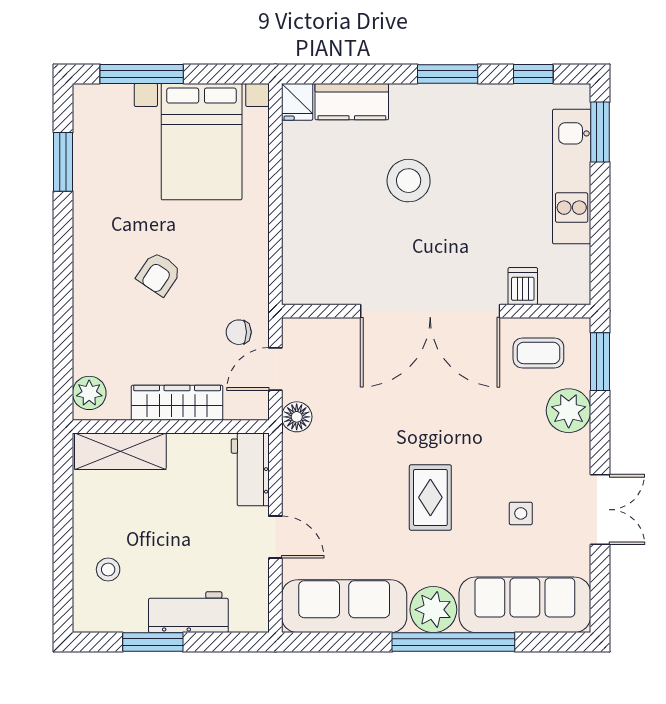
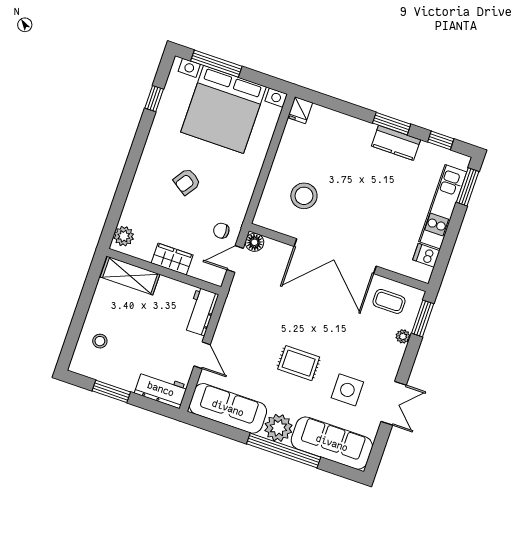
kitchen counter: (352, 102) -> (396, 143), moved
bed with nightstands: (202, 142) -> (224, 109), width x1.36
window: (63, 162) -> (154, 99), width x0.67
stool: (409, 181) -> (304, 196), moved
dishwasher: (523, 286) -> (426, 255), moved, turned -90
wardrobe: (177, 403) -> (172, 259), width x0.67
plant: (569, 411) -> (403, 336), width x0.53, depth x0.53
floor lamp: (297, 417) -> (254, 242), moved
rug: (430, 497) -> (299, 363), turned 90
side table: (521, 513) -> (347, 390), width x1.87, depth x1.87
workbench: (188, 612) -> (161, 389), moved

